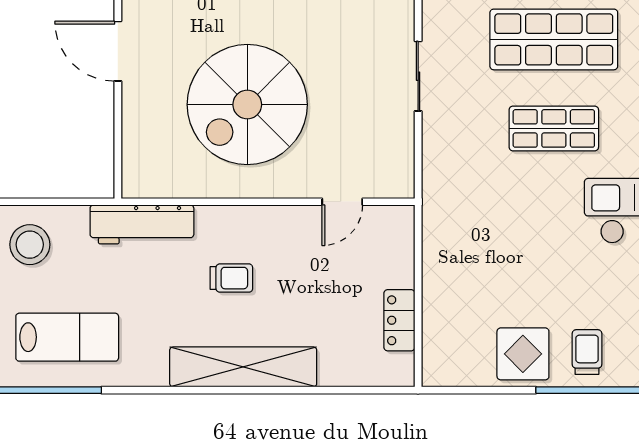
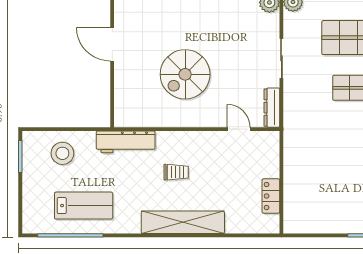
spiral stairs: (247, 105) -> (185, 74), width x0.73, depth x0.73
dresser: (401, 163) -> (272, 108), added
door: (342, 202) -> (239, 129), swing flipped
display table: (523, 354) -> (341, 215), removed

